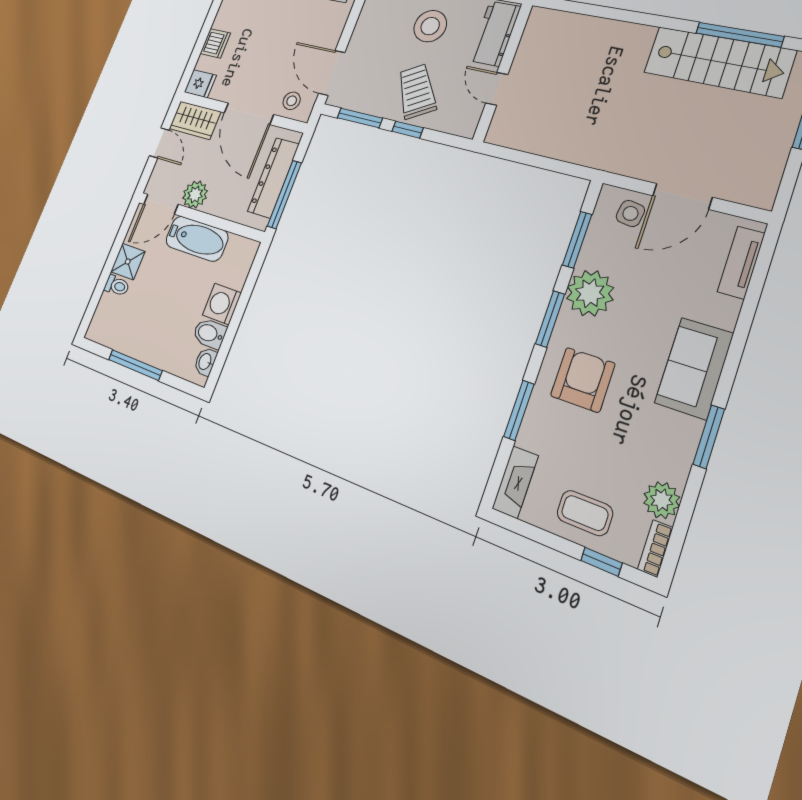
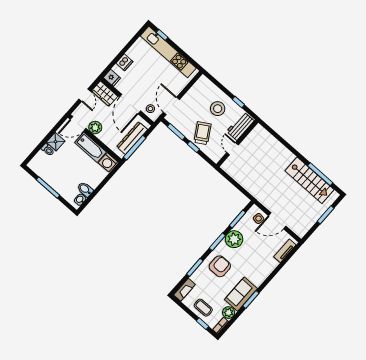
washing machine: (222, 304) -> (108, 162), moved, turned -90
sofa: (694, 368) -> (241, 294), moved

